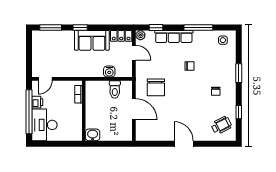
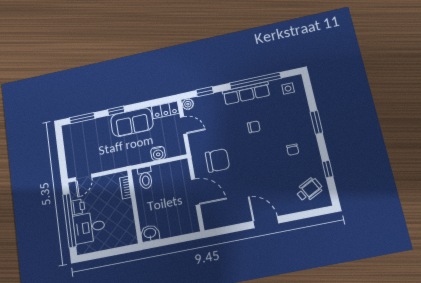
window: (198, 28) -> (255, 81), width x1.46
row of seats: (174, 36) -> (246, 93), moved
chair: (156, 87) -> (217, 160), turned -90
toilet: (115, 89) -> (145, 178), moved
desk: (44, 125) -> (89, 227), width x0.73

